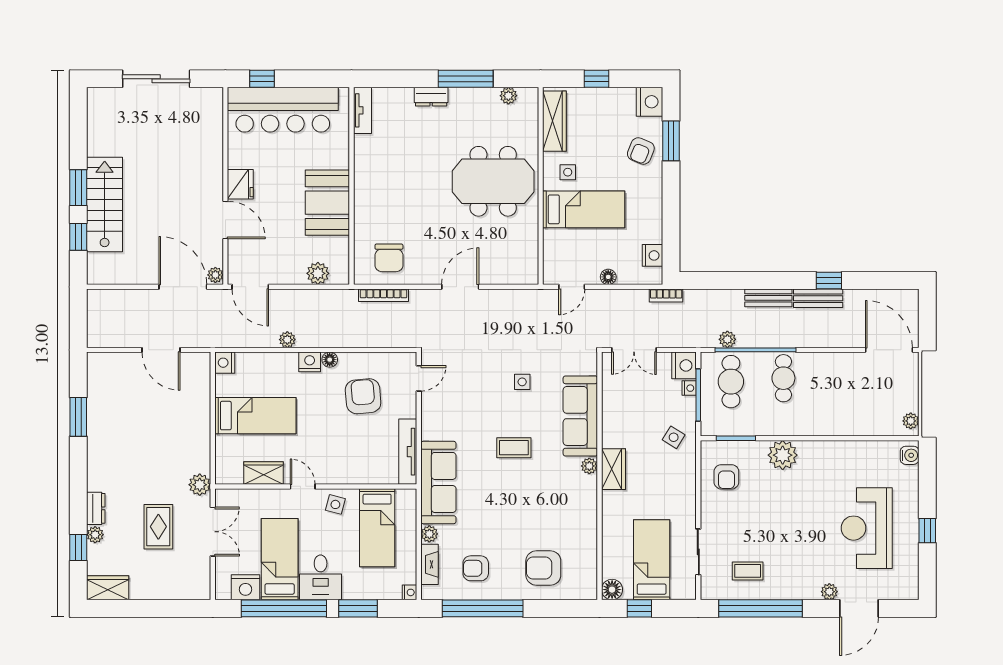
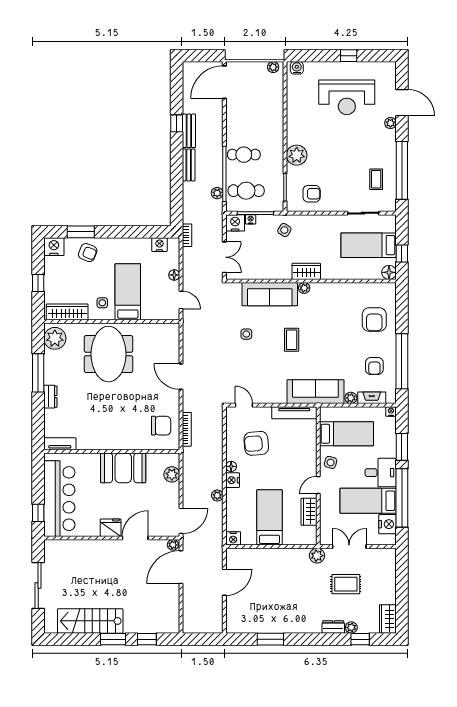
plant: (508, 96) -> (55, 338), width x1.88, depth x1.88
stairs: (105, 205) -> (90, 621), moved

